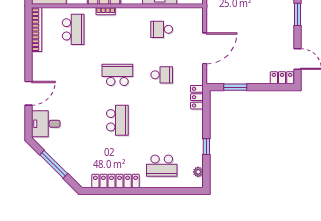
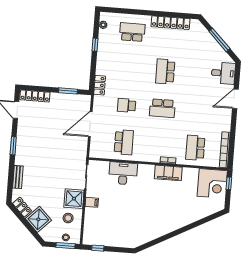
school desk: (162, 29) -> (124, 142), width x1.85
locker: (282, 78) -> (35, 96), width x1.53

